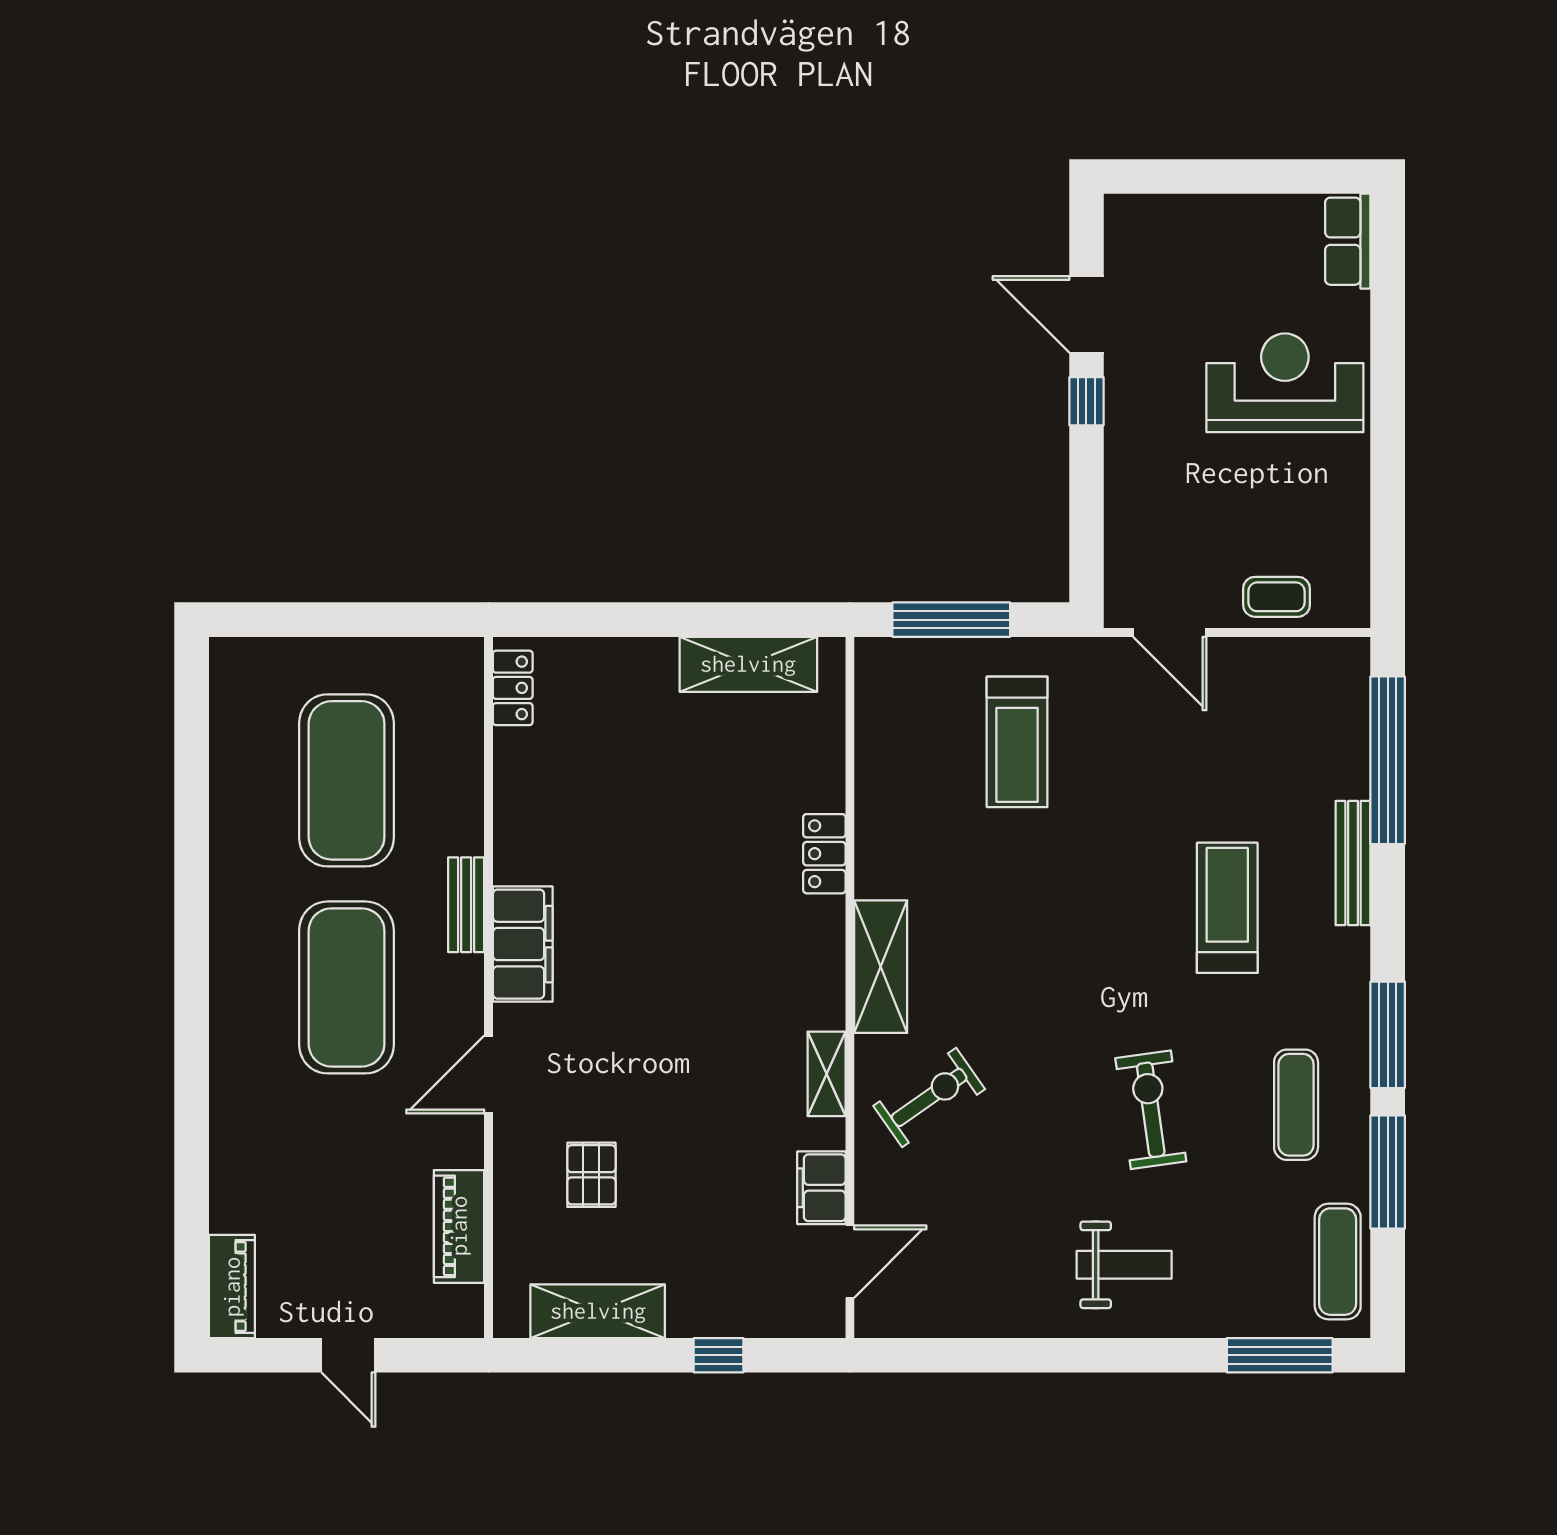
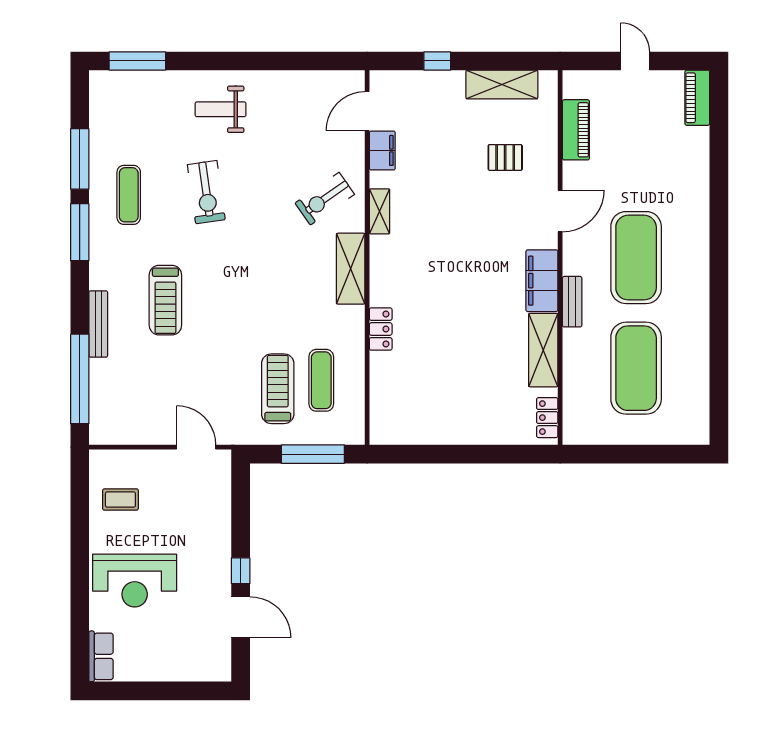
coffee table: (1276, 597) -> (120, 500), moved
shelving: (748, 664) -> (543, 350), moved, turned 90
pallet: (591, 1175) -> (505, 157), turned 90
exercise mat: (1338, 1262) -> (321, 380), moved

